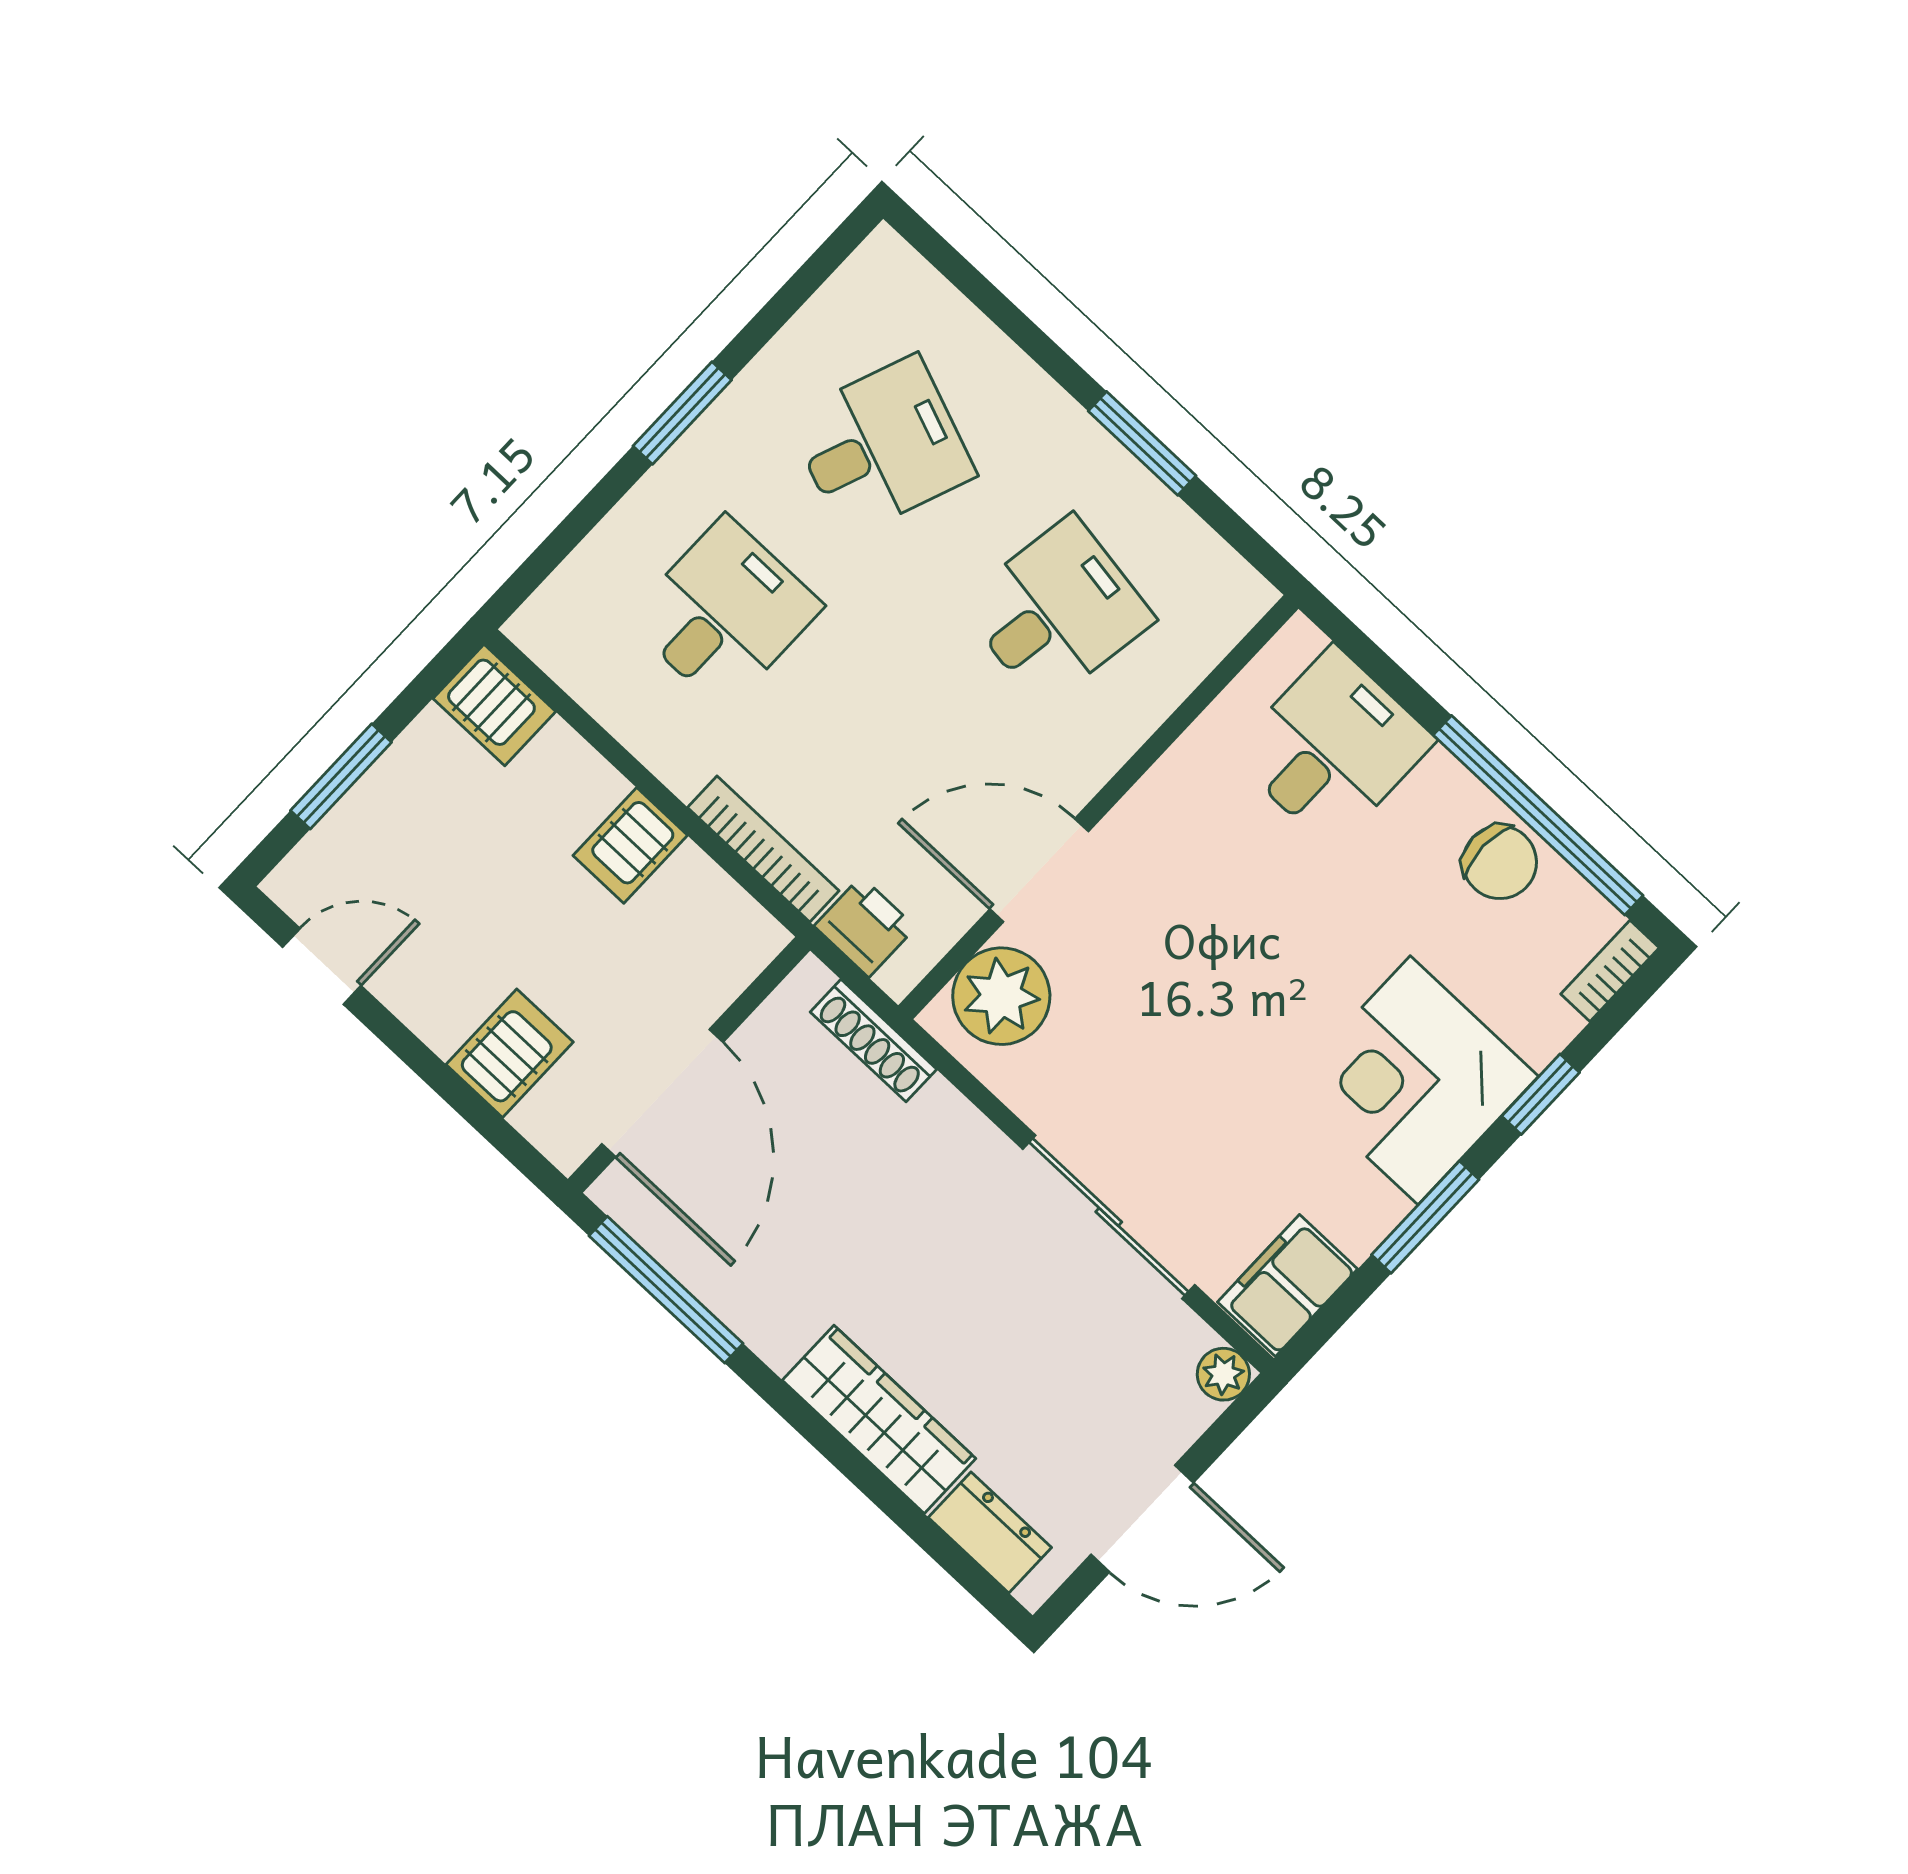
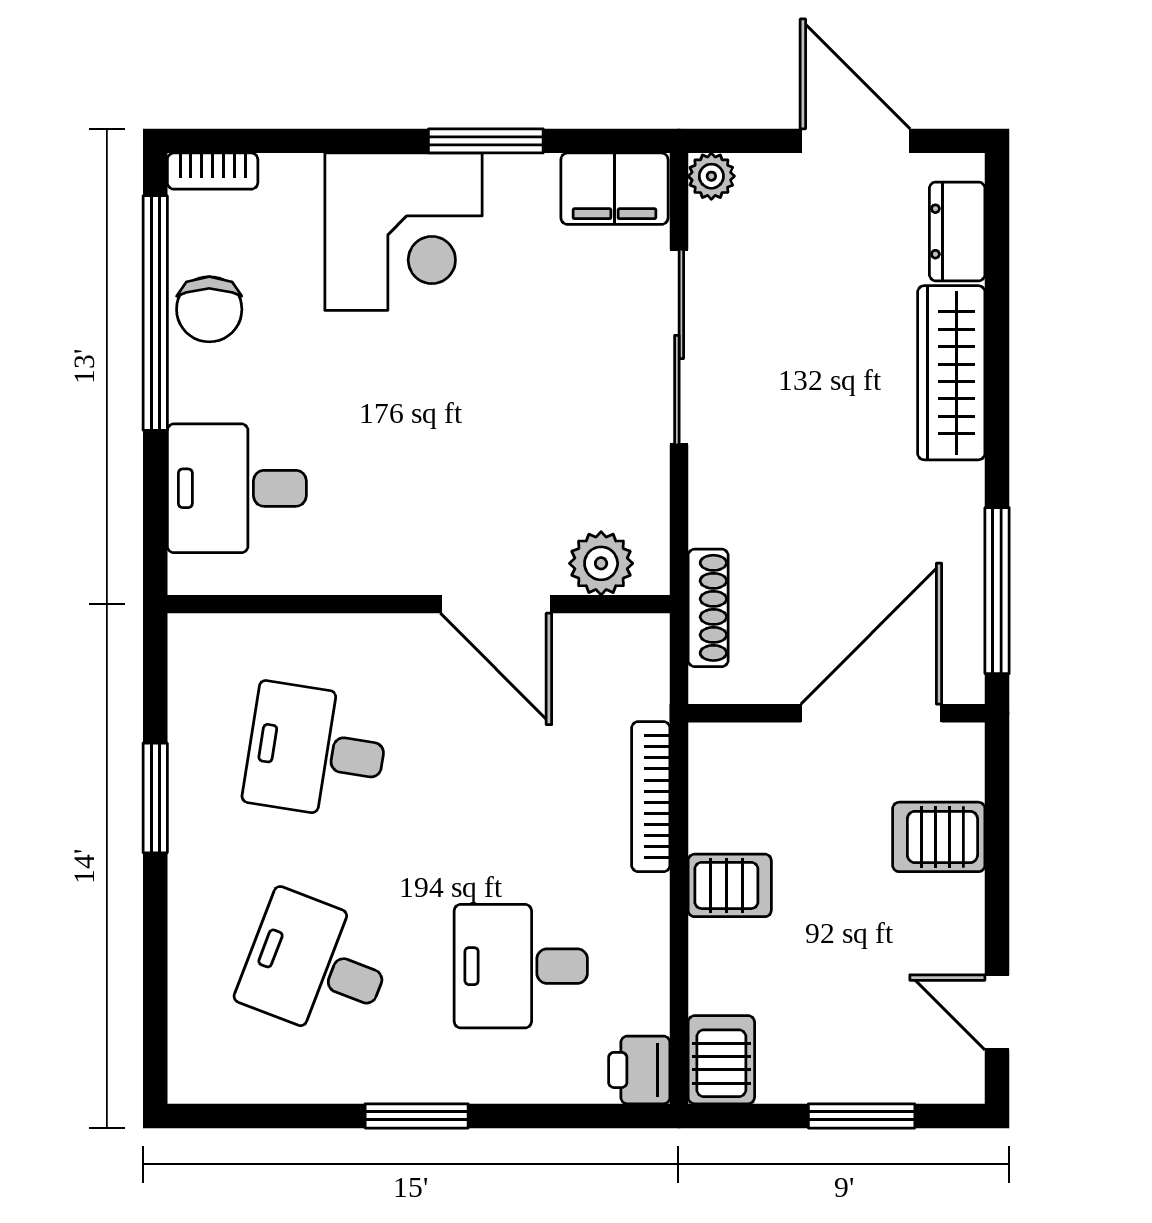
chair: (1500, 862) -> (209, 309), turned 180
printer: (865, 927) -> (639, 1070), moved
plant: (1001, 996) -> (601, 563), width x0.73, depth x0.73
window: (1541, 1094) -> (335, 141), removed

